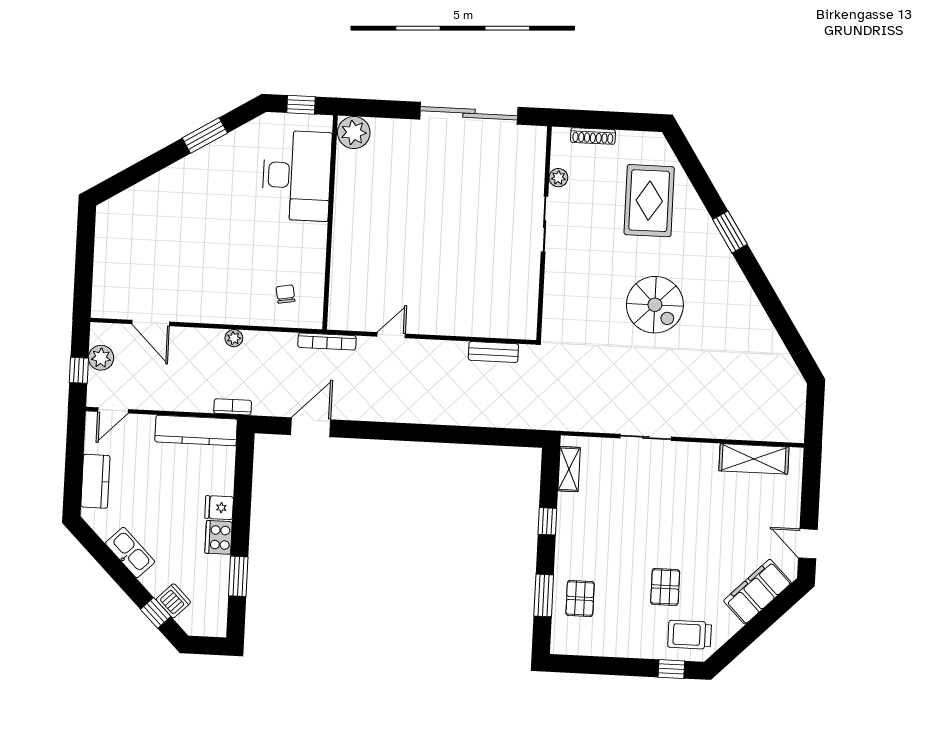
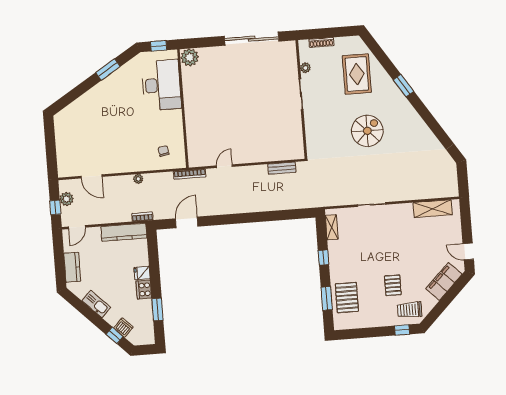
spiral stairs: (655, 305) -> (367, 131), turned -90
pallet: (580, 598) -> (347, 298), width x1.50, depth x1.42

